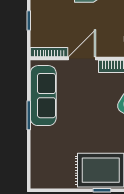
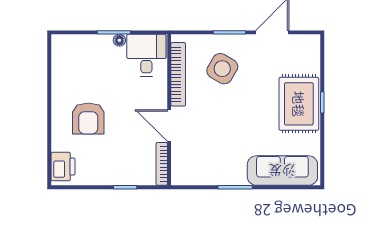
sofa: (43, 96) -> (282, 171), moved

